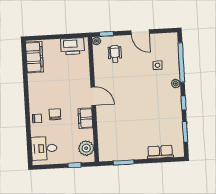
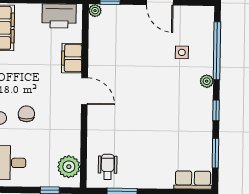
wheelchair: (115, 54) -> (108, 167), moved
filing cabinet: (85, 118) -> (72, 58), moved
row of seats: (160, 152) -> (193, 180), moved

